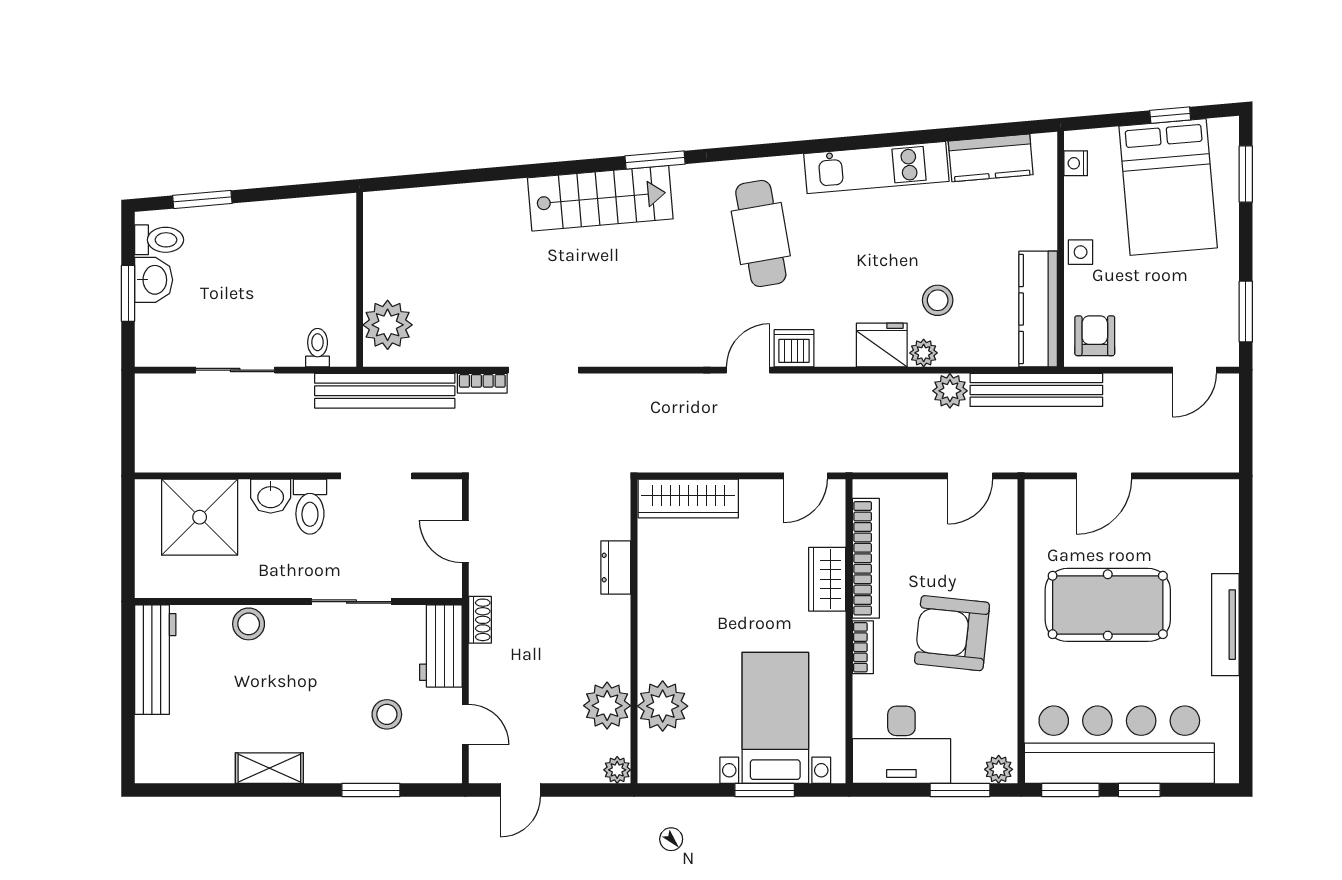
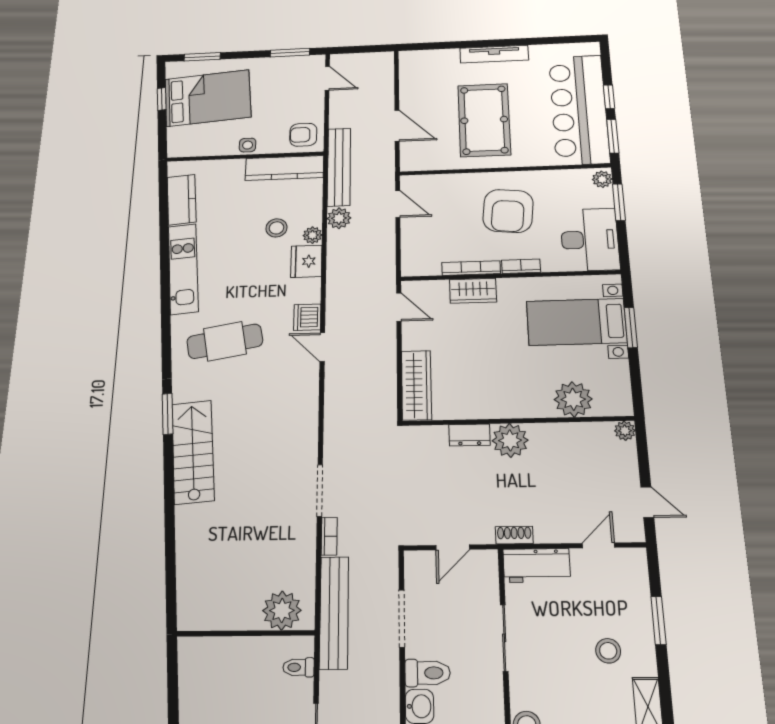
nightstand: (1076, 163) -> (189, 150), removed
bookcase: (866, 558) -> (471, 268), width x0.68, depth x0.76
plant: (607, 706) -> (510, 440), moved
stool: (387, 714) -> (608, 651), moved

